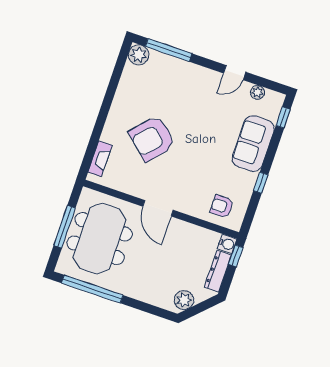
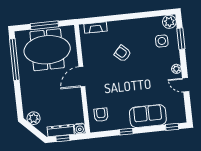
window: (169, 50) -> (181, 39), width x0.69
side table: (160, 77) -> (162, 41), added
plant: (257, 92) -> (176, 69), moved
armchair: (152, 138) -> (123, 53), width x0.53, depth x0.53
window: (236, 256) -> (63, 138), moved

